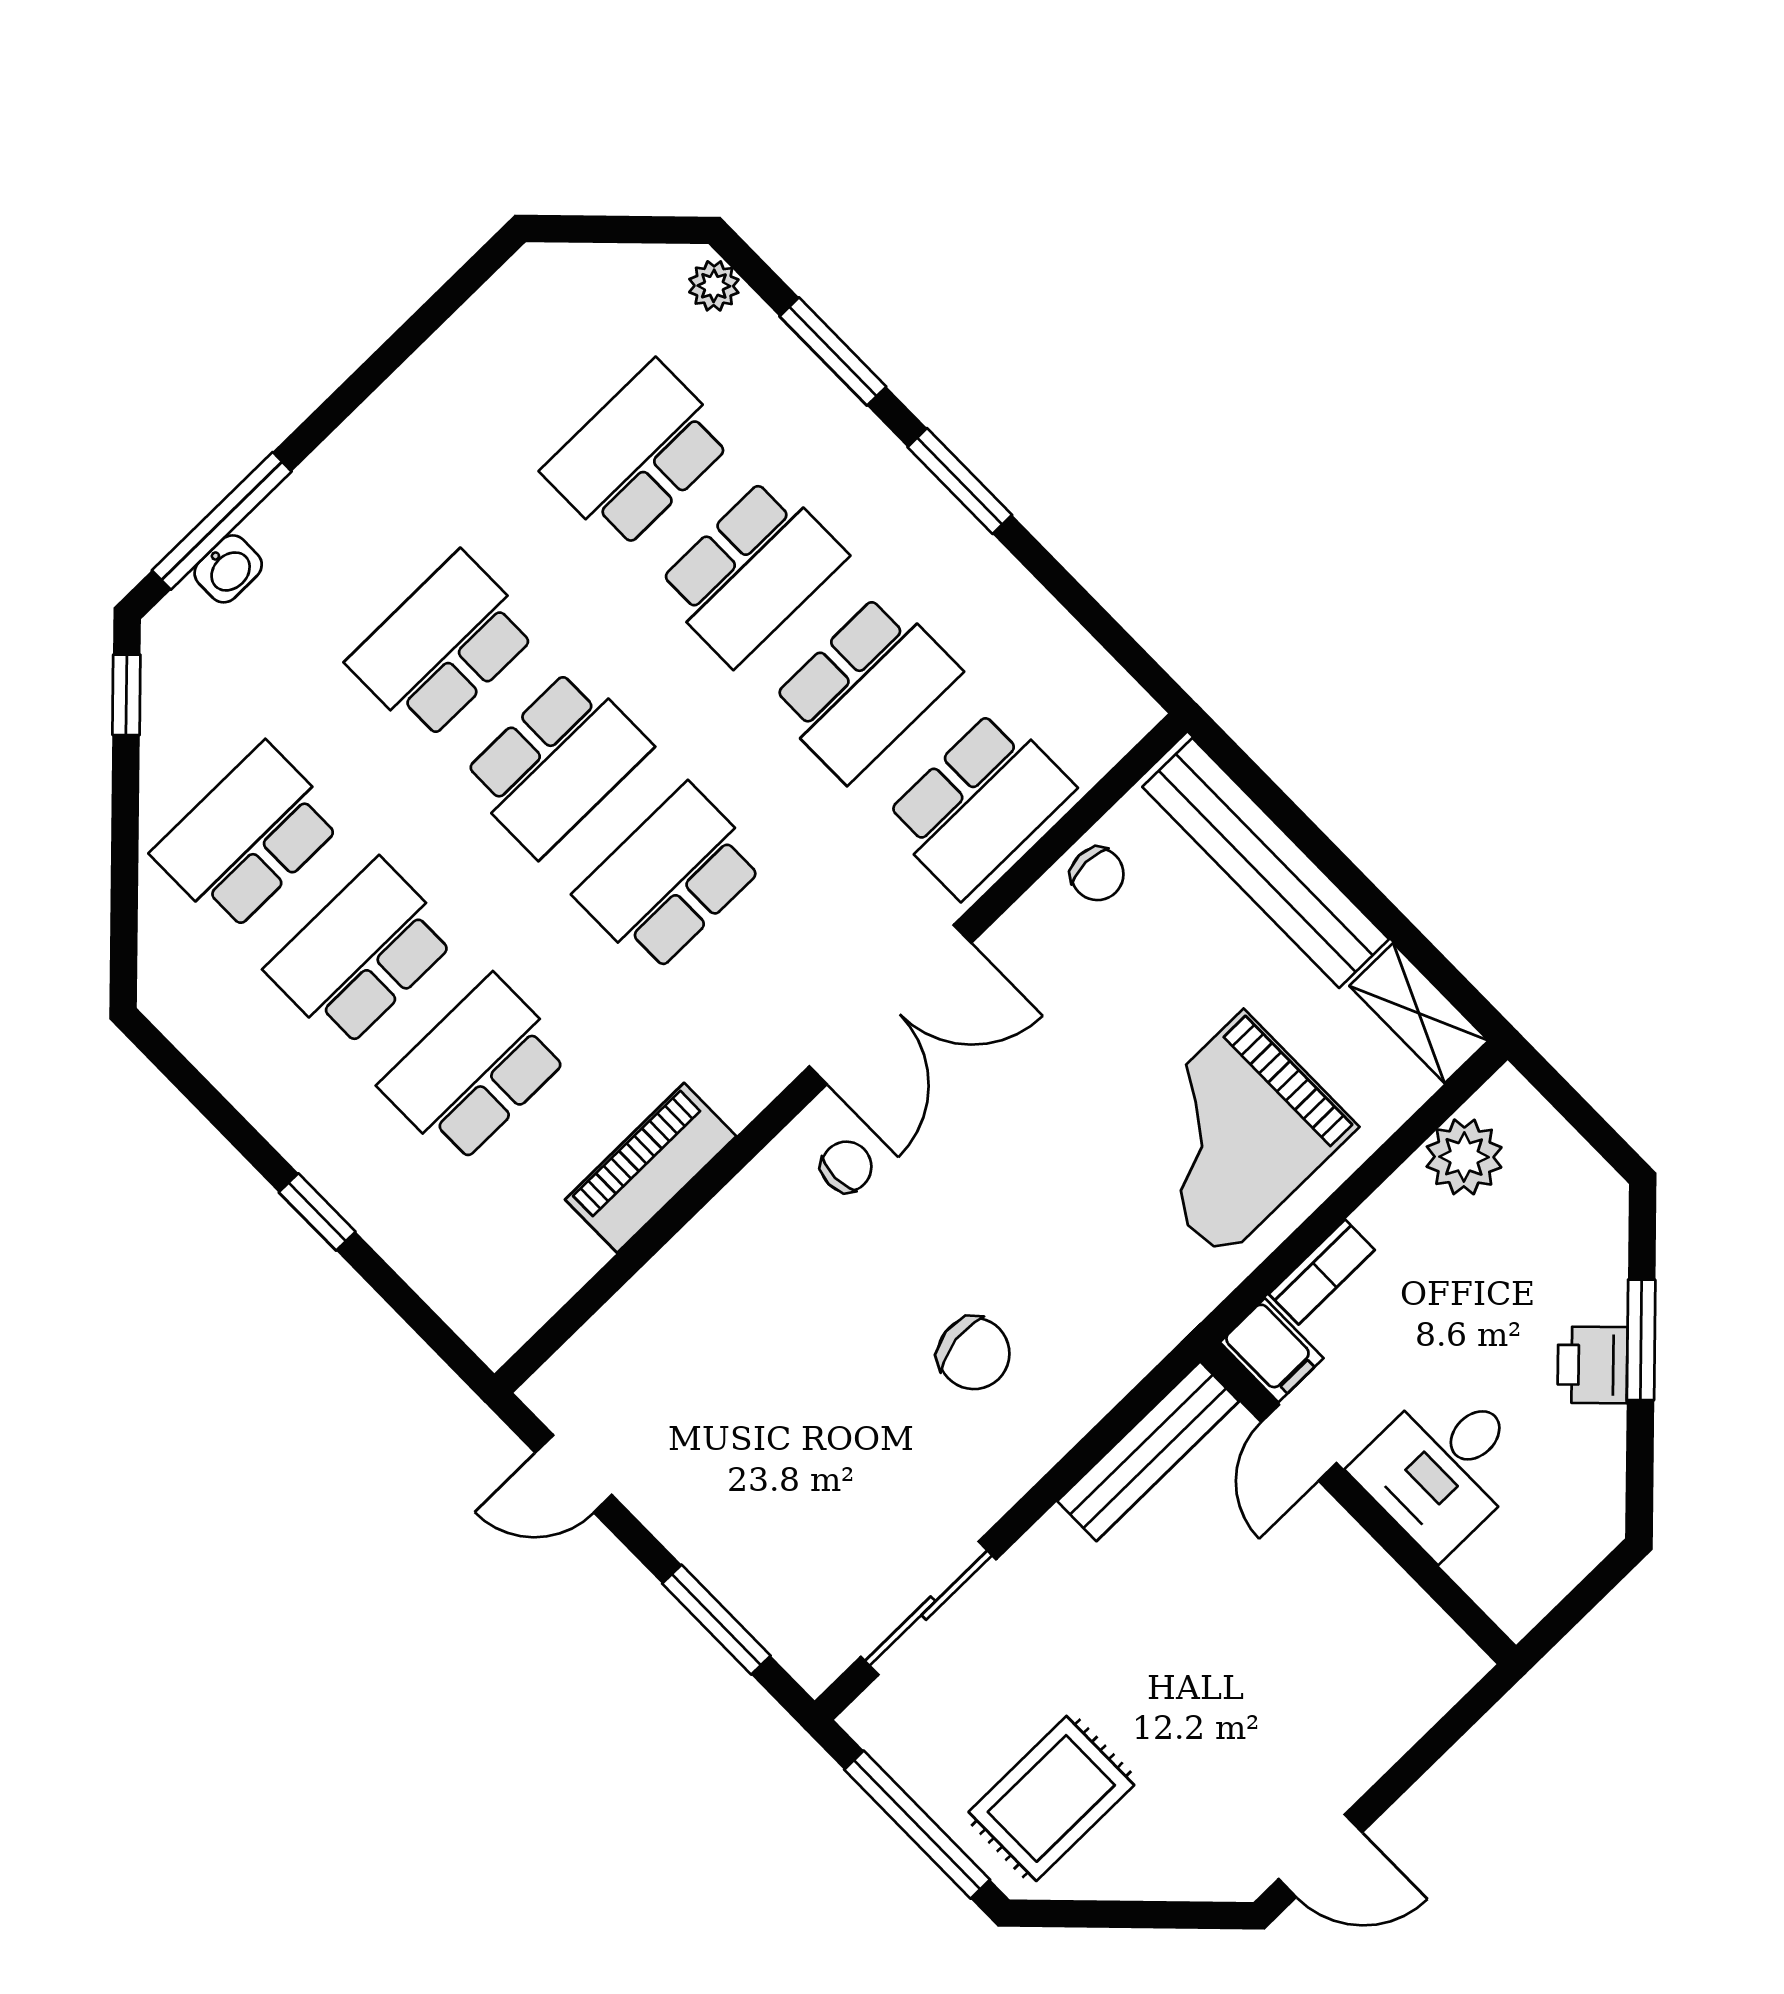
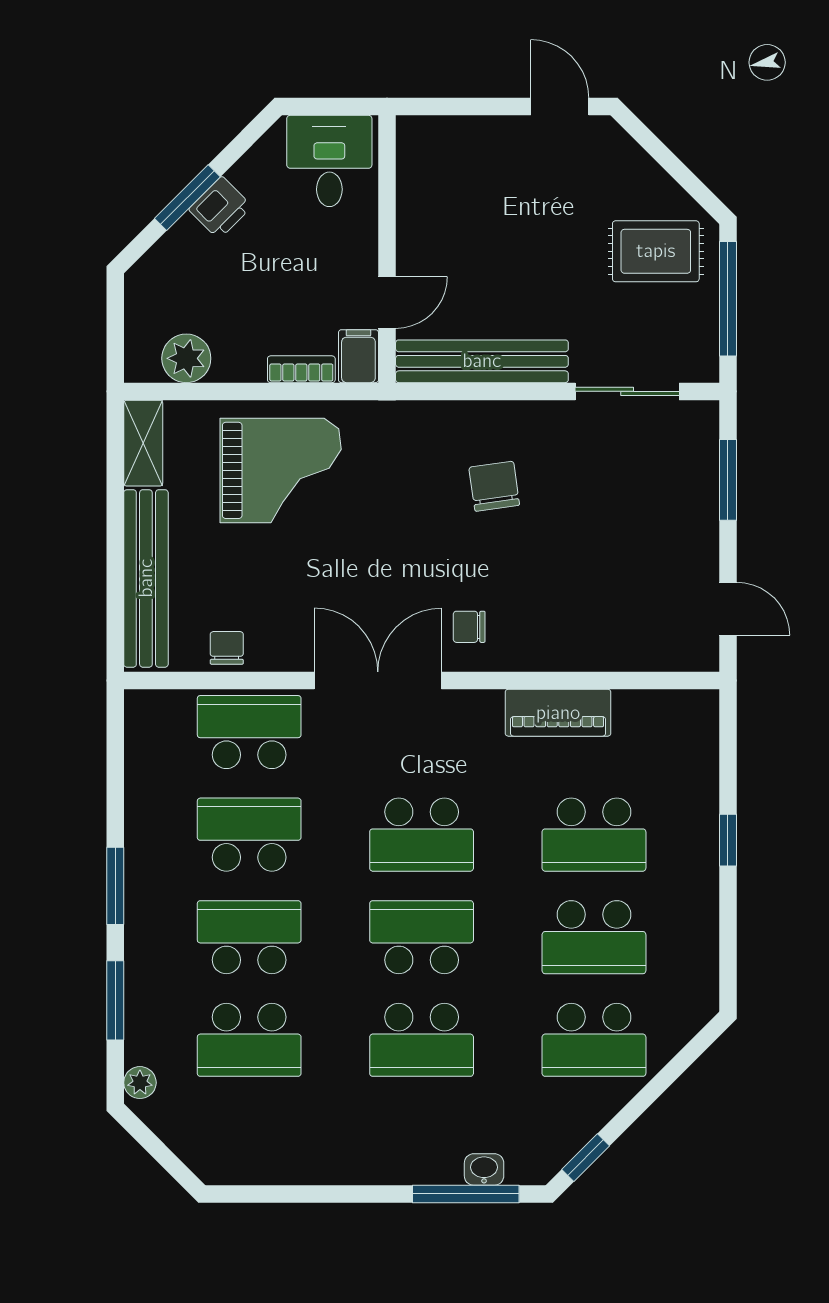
bench: (1148, 1451) -> (482, 361), width x1.37, depth x1.21
desk: (1443, 1467) -> (329, 161), moved, turned -90

